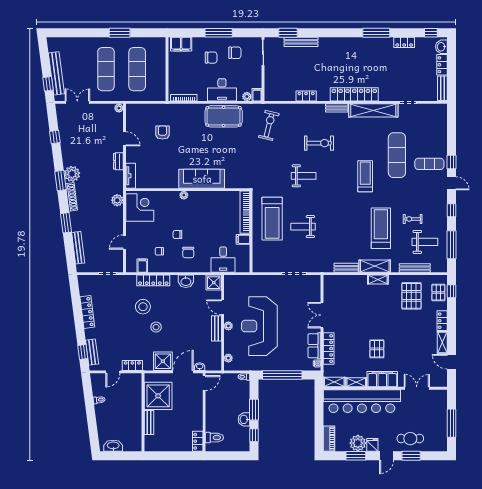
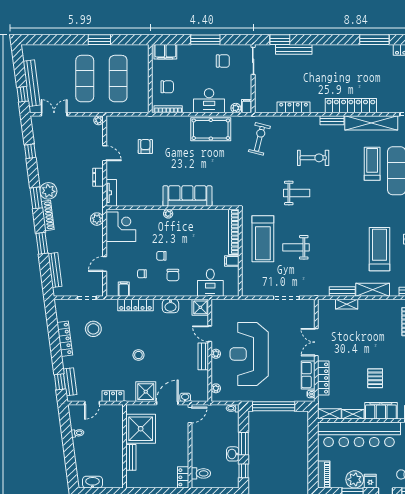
chair: (211, 58) -> (167, 87), moved
locker: (306, 96) -> (294, 107), width x1.53
treadmill: (365, 176) -> (372, 164), moved
shelving: (378, 280) -> (347, 304), moved
stool: (143, 307) -> (93, 329), moved

